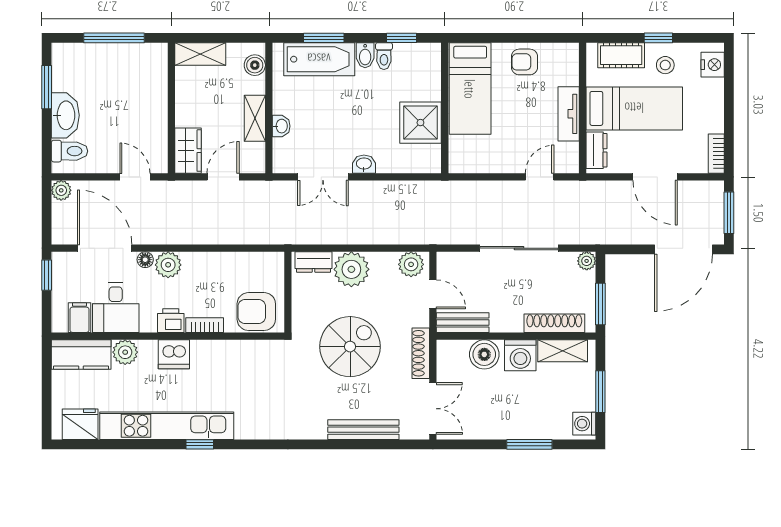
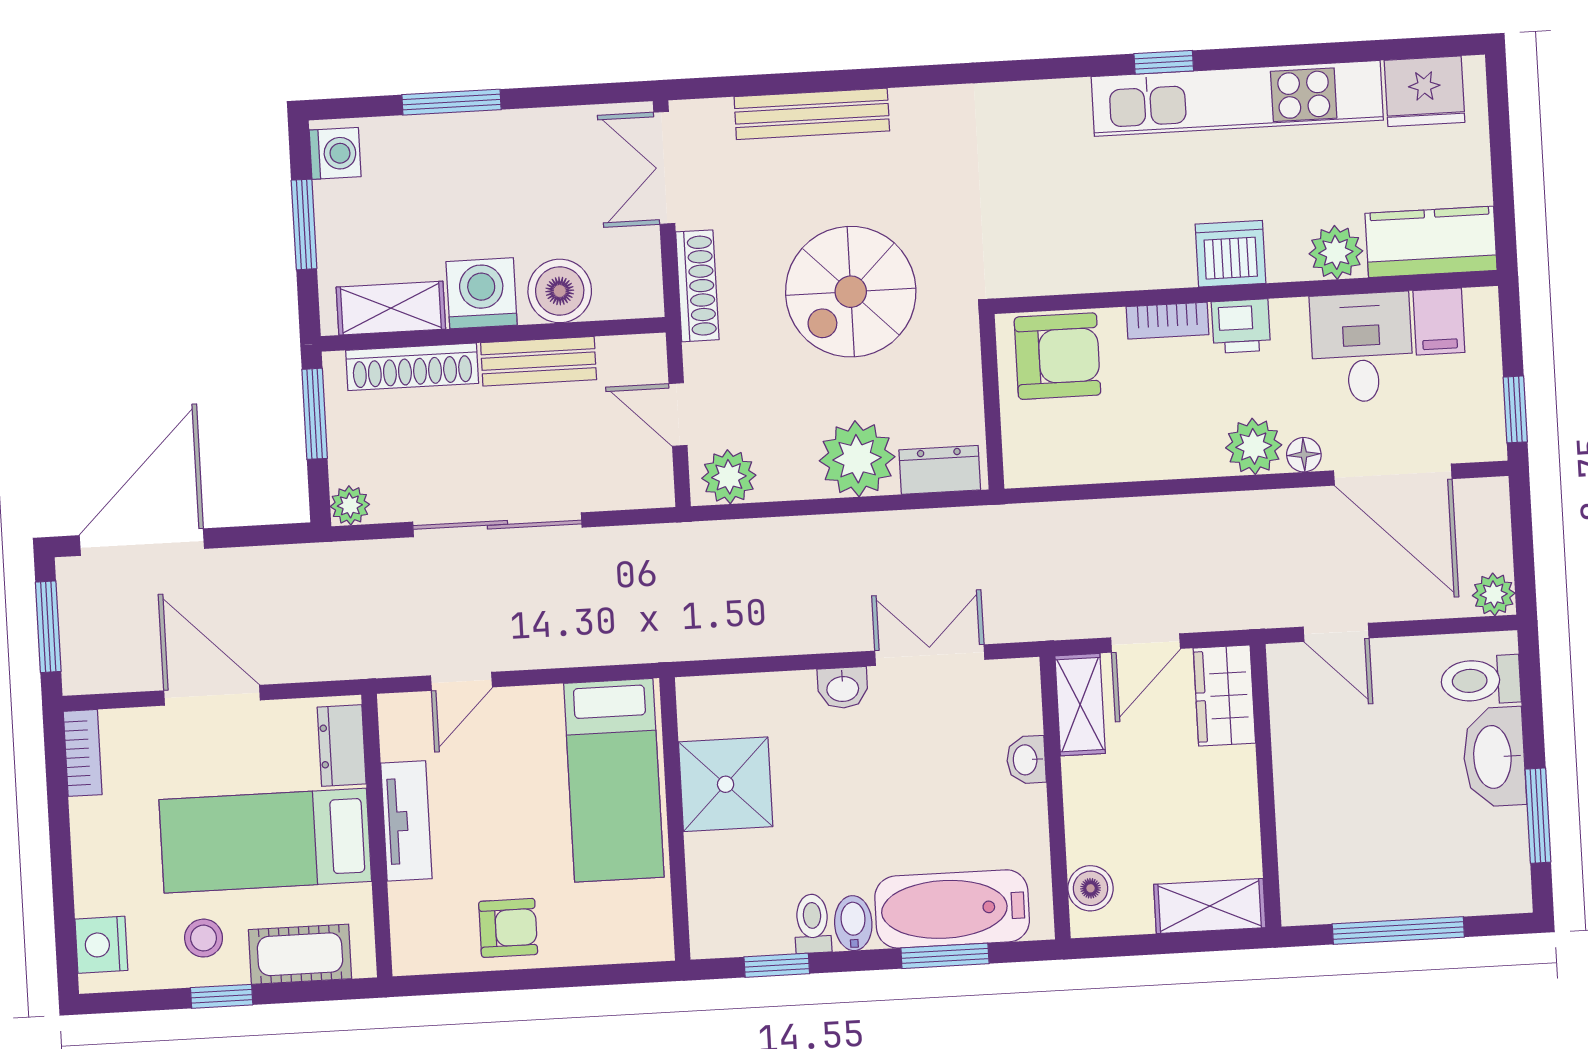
bed: (470, 89) -> (614, 780), moved, turned 180
shelving: (255, 118) -> (1080, 705), moved
bench: (463, 323) -> (539, 361), moved

